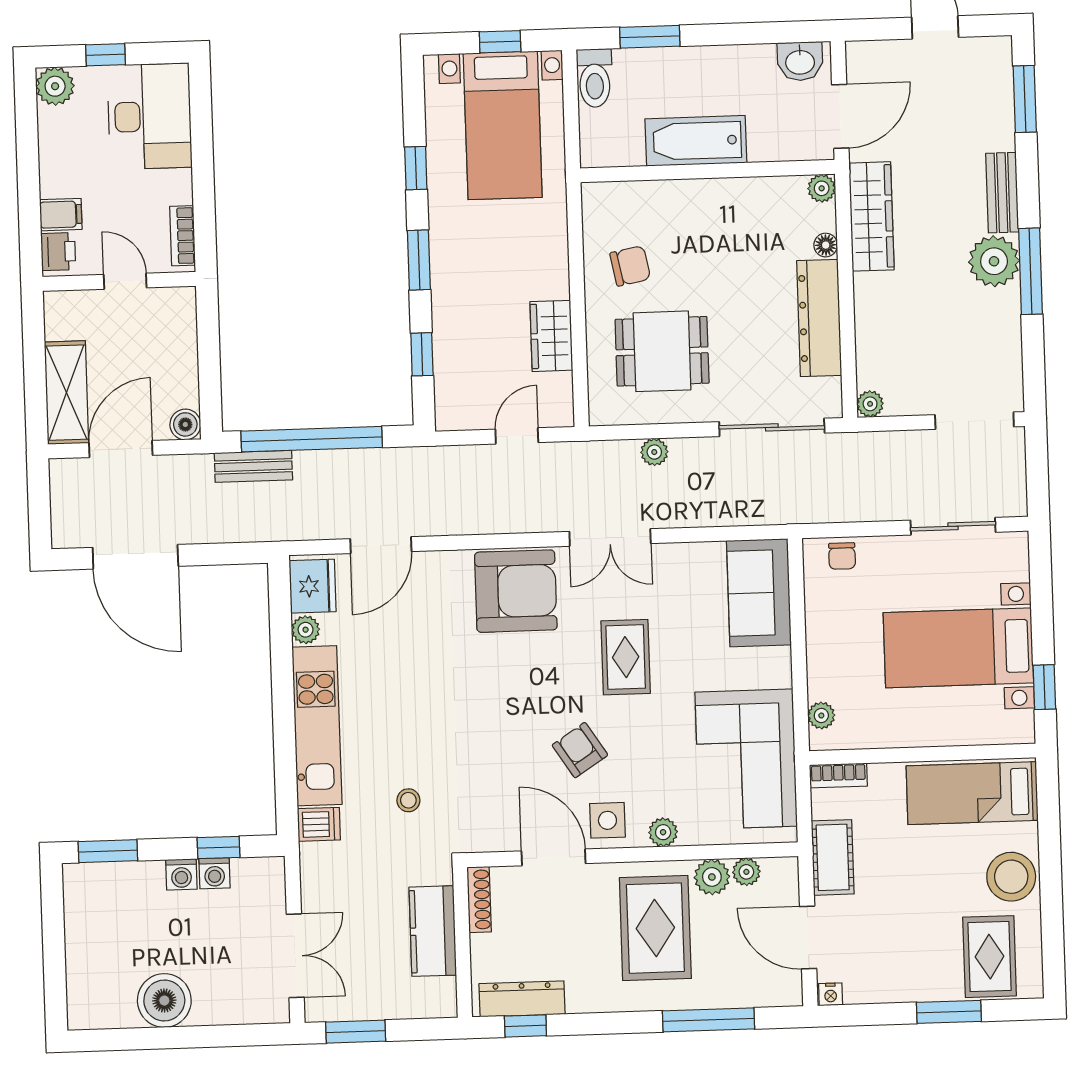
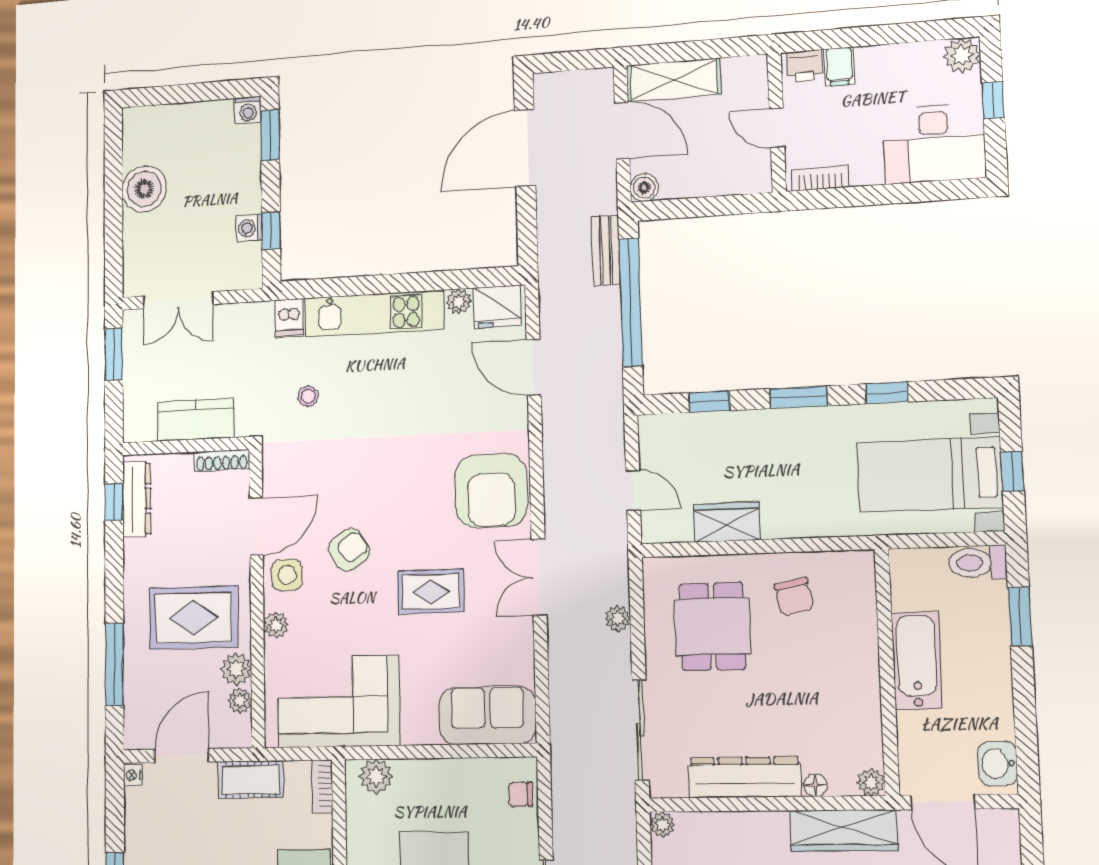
door: (125, 281) -> (777, 128), swing flipped
plant: (821, 715) -> (376, 776), width x1.38, depth x1.38
washing machine: (181, 874) -> (248, 110), moved, turned -90

